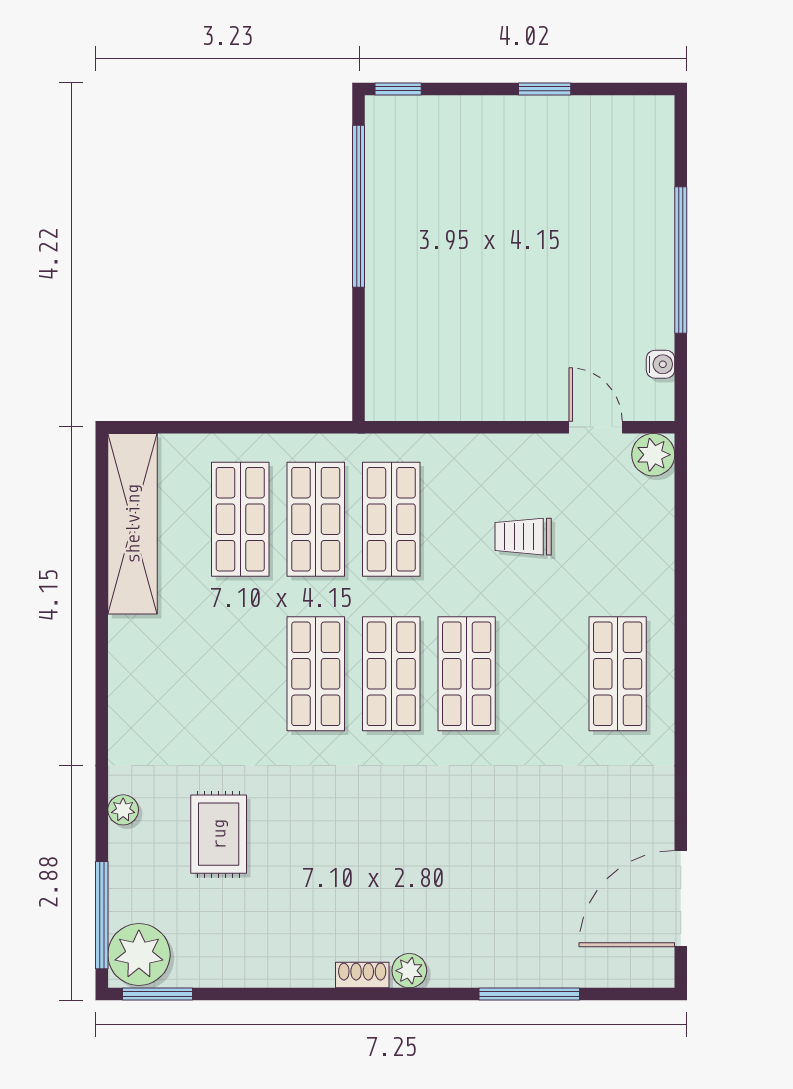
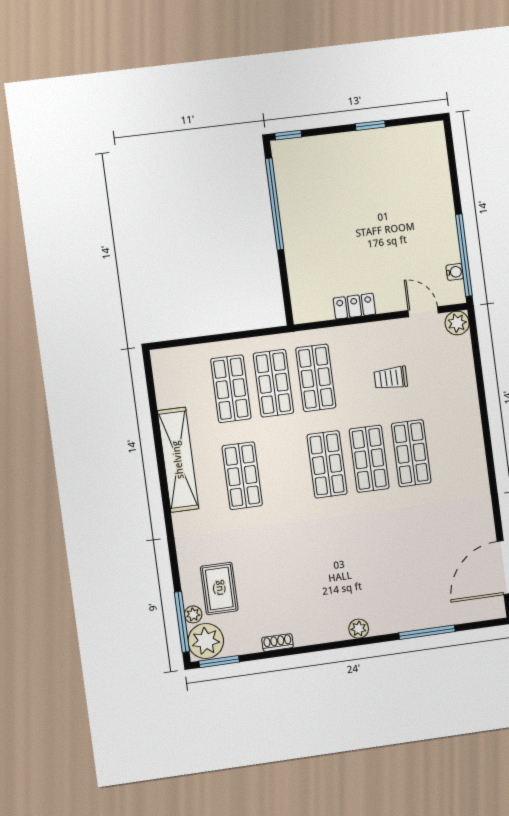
window: (681, 260) -> (464, 255), moved
locker: (475, 402) -> (354, 306), added
shelving: (133, 524) -> (178, 460), moved
shop shelf: (316, 674) -> (242, 476), moved
shop shelf: (618, 674) -> (411, 453), moved
plant: (123, 810) -> (193, 614), moved
rug: (219, 834) -> (219, 588), moved
shoe rack: (362, 975) -> (278, 643), moved

